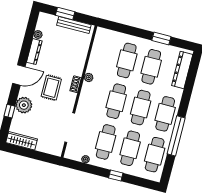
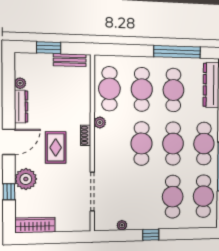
bench: (74, 25) -> (70, 60), width x0.73
window: (161, 38) -> (177, 52), width x2.11
cafe table: (106, 142) -> (109, 89), moved
window: (116, 176) -> (151, 235), moved

